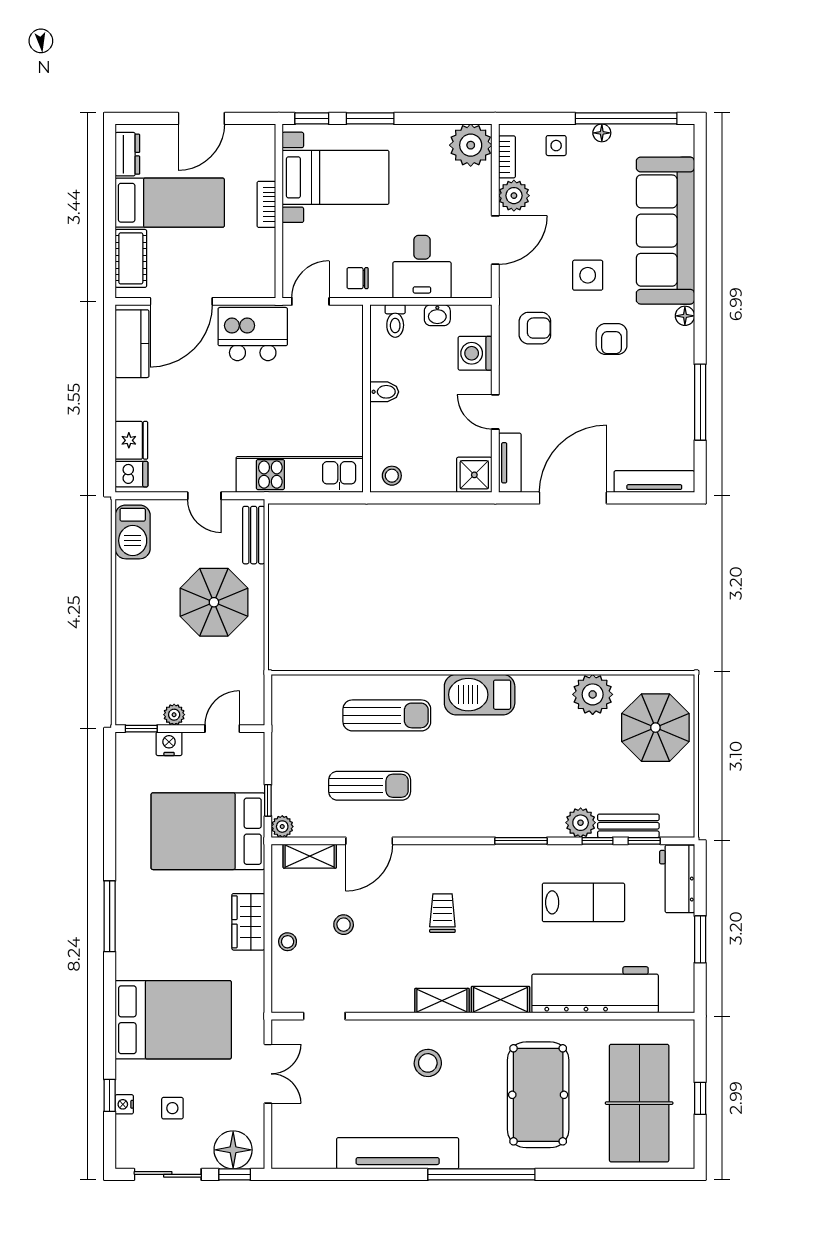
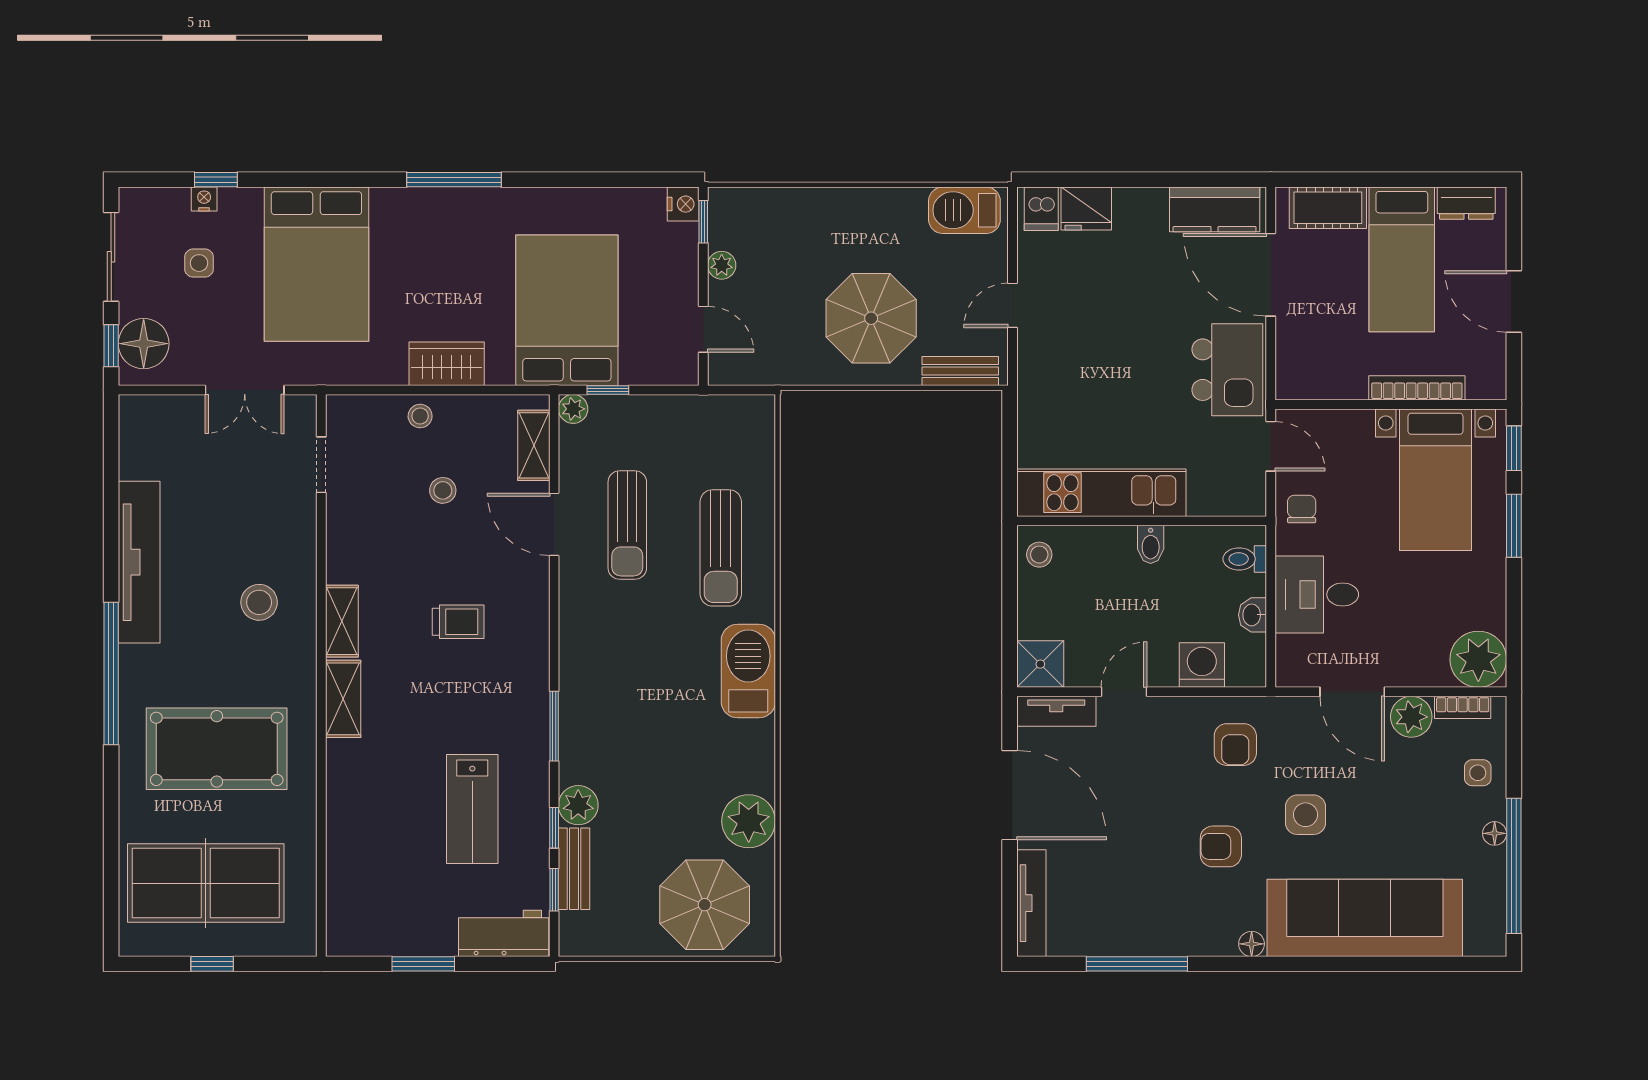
bookcase: (266, 204) -> (1417, 388), width x1.56
kitchen unit: (300, 475) -> (1101, 493), moved, turned -90
nightstand: (169, 744) -> (683, 204), moved
workbench: (595, 990) -> (356, 825), removed

